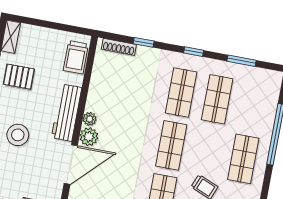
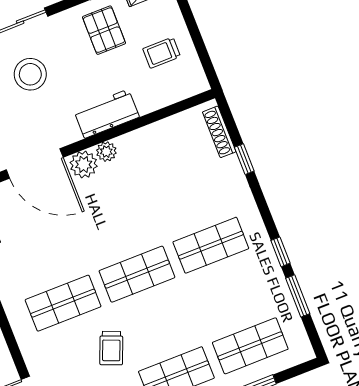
window: (194, 52) -> (281, 252), moved
trolley: (76, 57) -> (162, 53), moved, width x0.73, depth x0.72
shop shelf: (217, 99) -> (250, 346), moved
workbench: (67, 113) -> (107, 114), width x0.73

